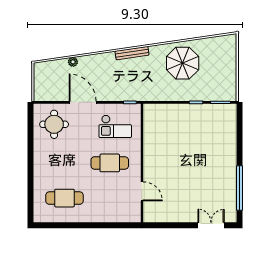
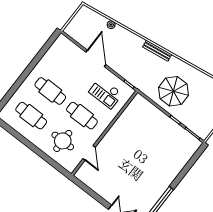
parasol: (183, 63) -> (173, 91), moved
round table: (54, 124) -> (63, 141), moved
cafe table: (64, 163) -> (50, 91), added

